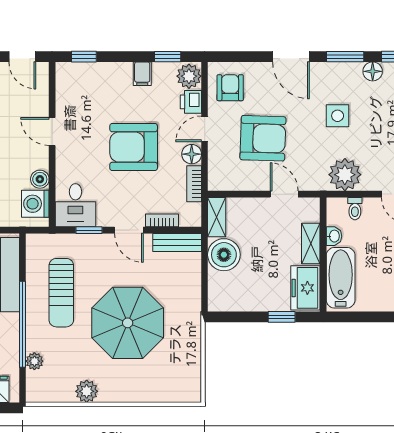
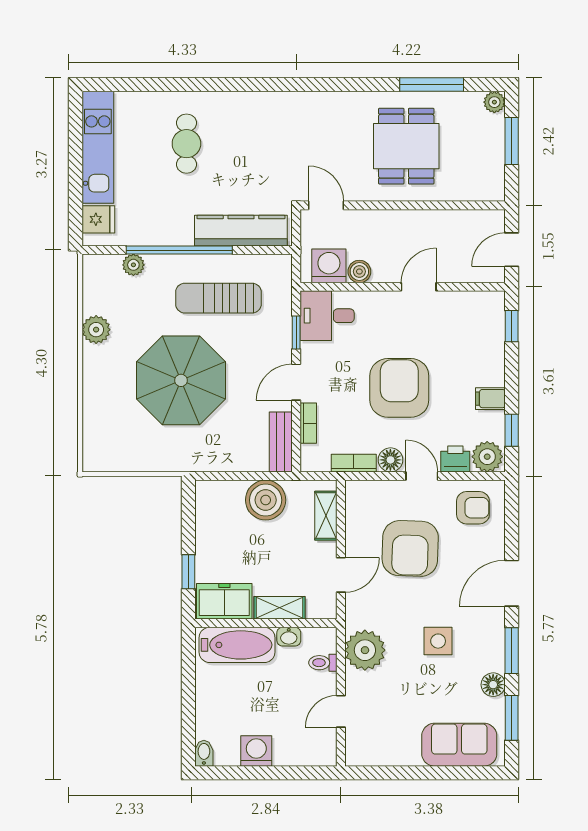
shelving: (217, 217) -> (326, 516), moved, turned 90

